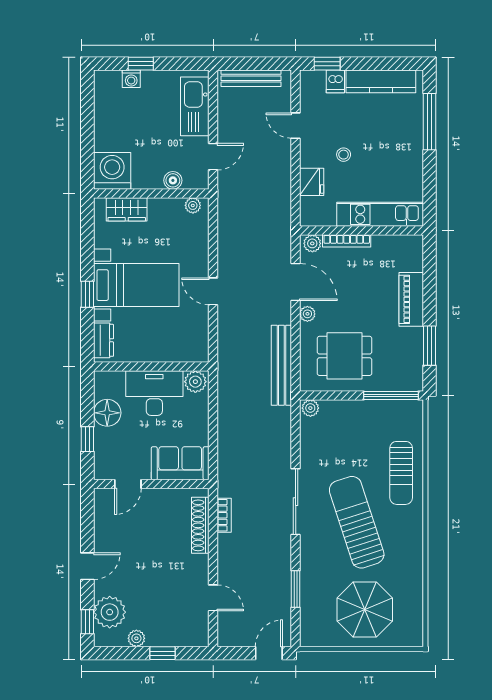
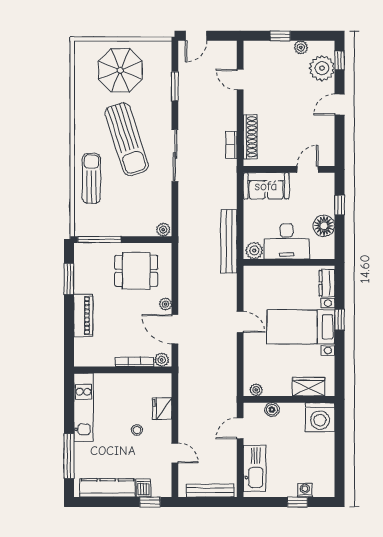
kitchen unit: (380, 214) -> (83, 407), moved, turned -90
bench: (281, 365) -> (229, 241), moved

